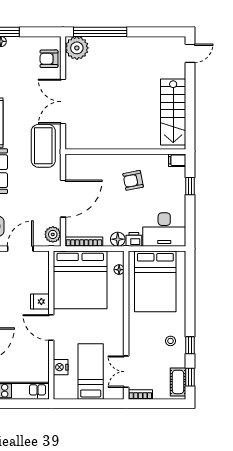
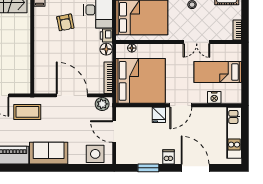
coffee table: (43, 146) -> (27, 112), width x0.73, depth x0.76
armchair: (133, 180) -> (65, 22), moved
double door: (126, 372) -> (197, 42), moved

